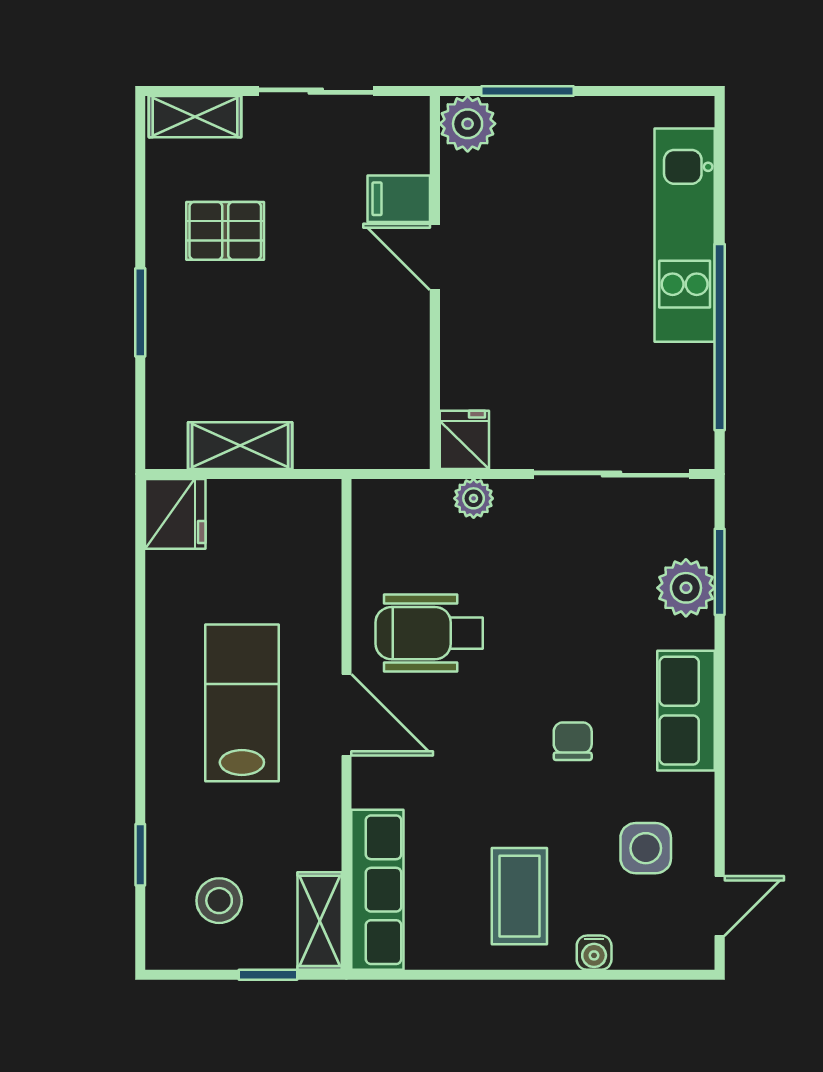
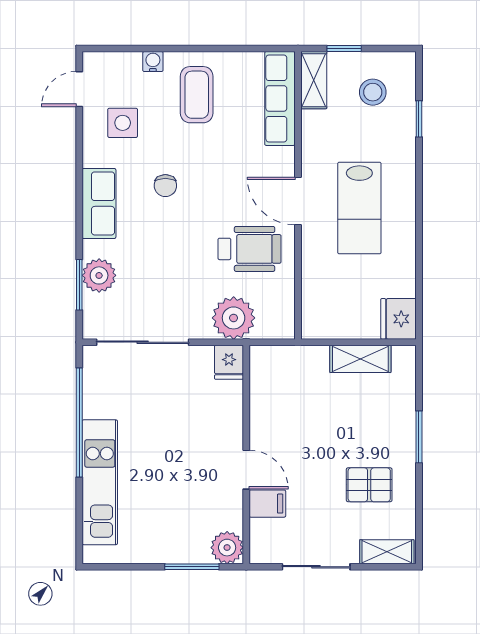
plant: (474, 498) -> (234, 318), width x1.87, depth x1.87

